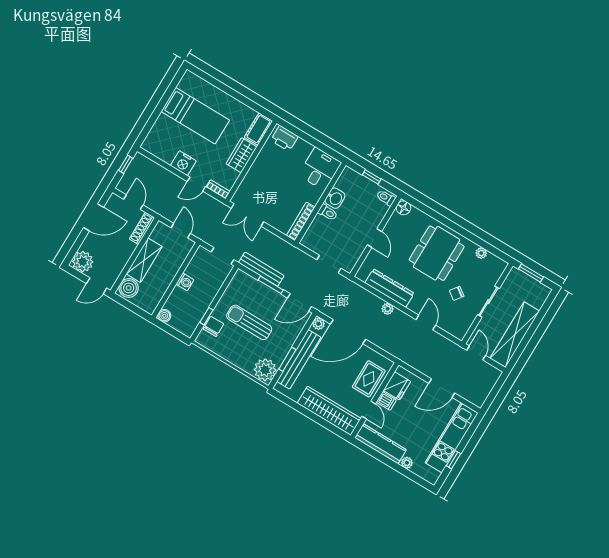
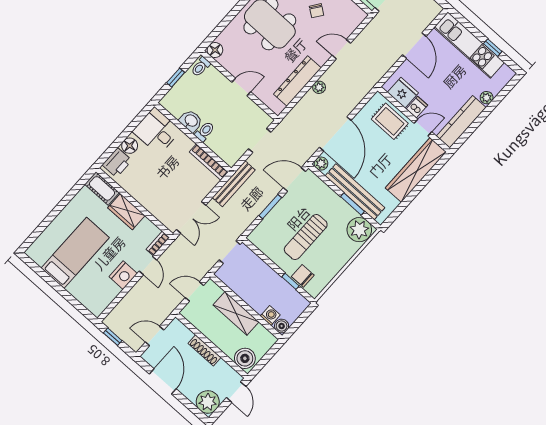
floor lamp: (302, 147) -> (130, 146), added
shoe rack: (142, 228) -> (205, 350), moved
shelving: (144, 260) -> (236, 313), moved
bench: (261, 269) -> (234, 184), moved
washing machine: (185, 282) -> (270, 316), moved
door: (299, 302) -> (294, 180), swing flipped

